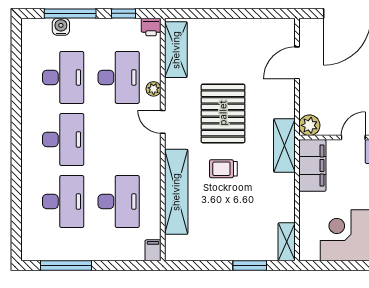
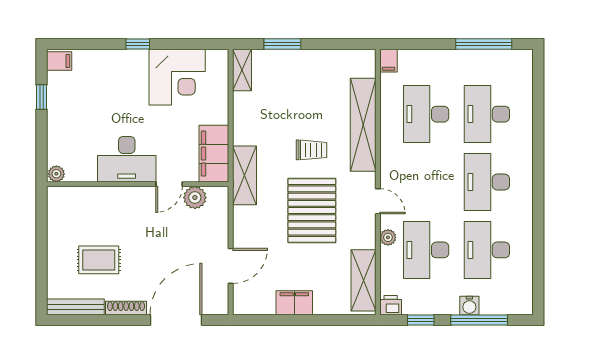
water cooler: (61, 27) -> (469, 306), moved
filing cabinet: (239, 29) -> (294, 303), added
plant: (309, 125) -> (195, 198), moved

